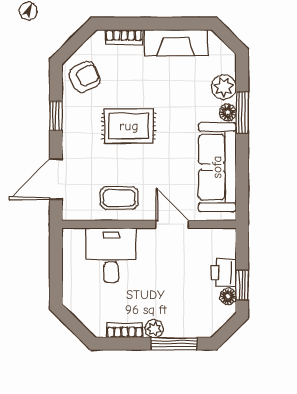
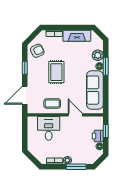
rug: (129, 126) -> (56, 72), turned 90
window: (242, 285) -> (106, 131), moved

